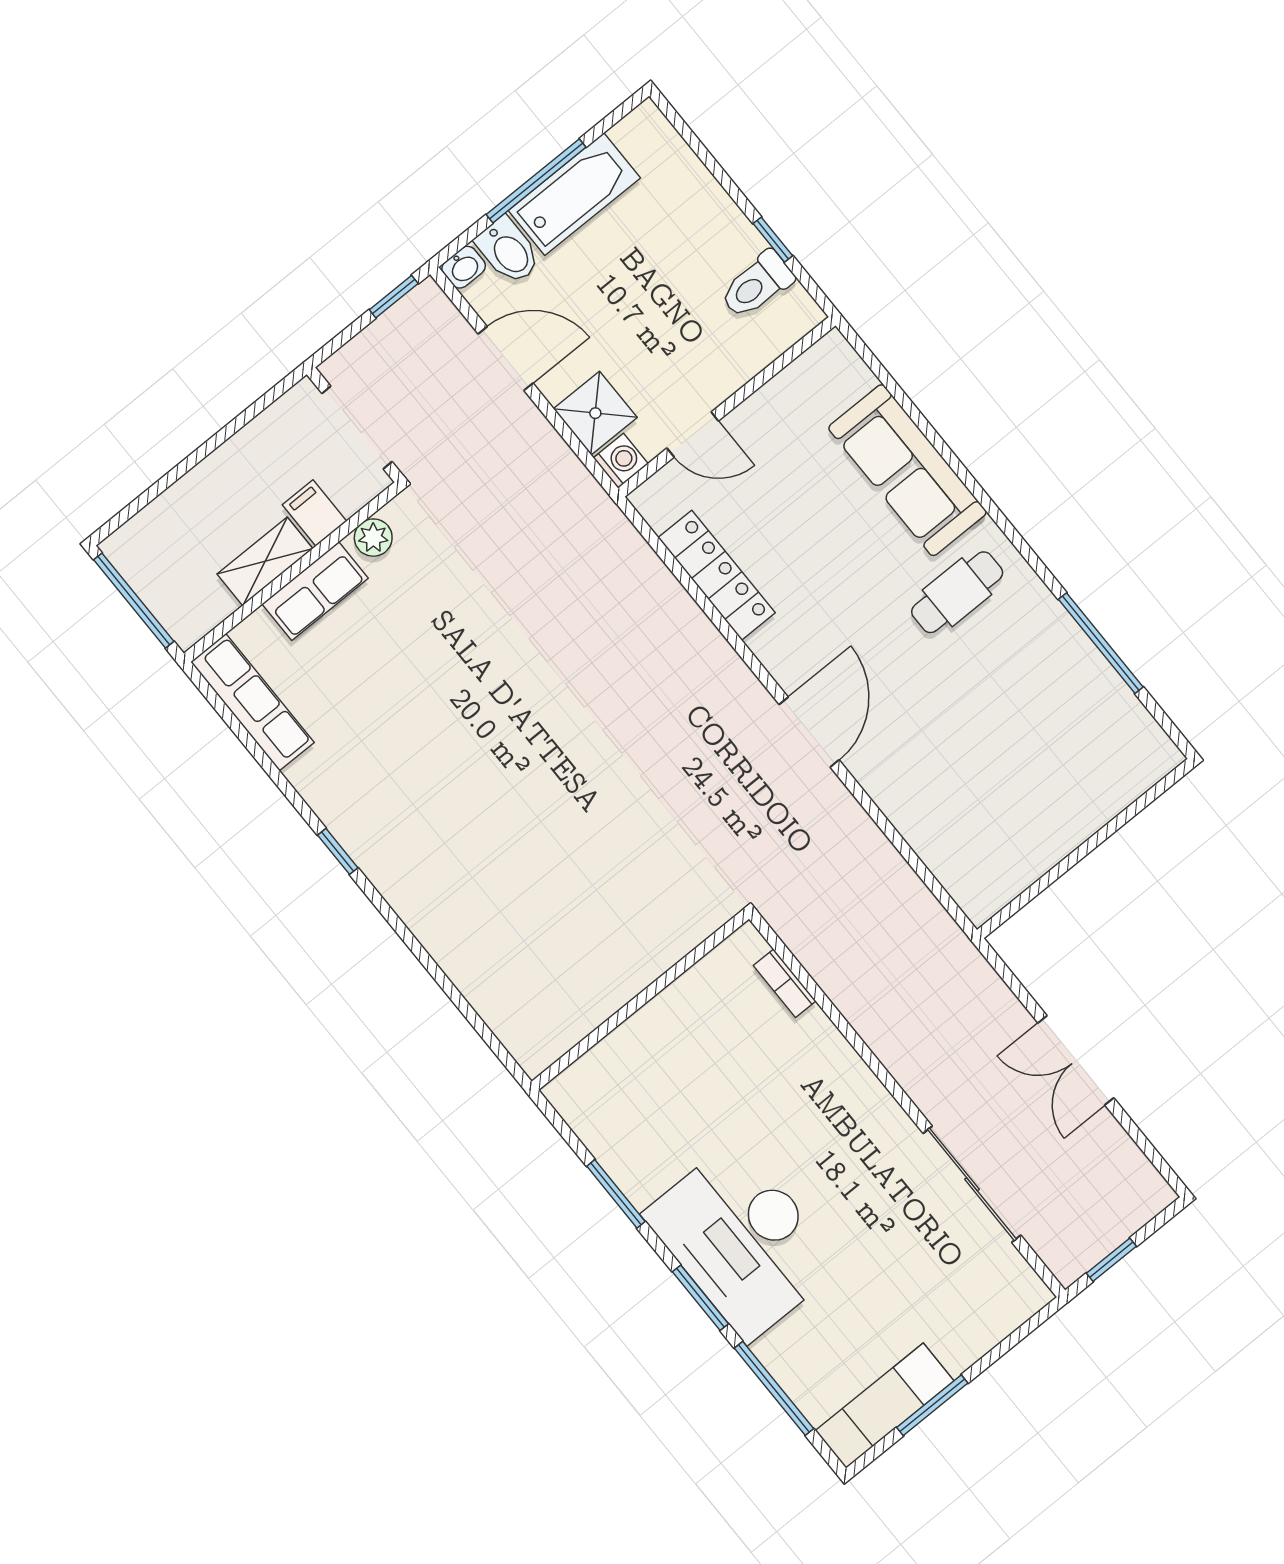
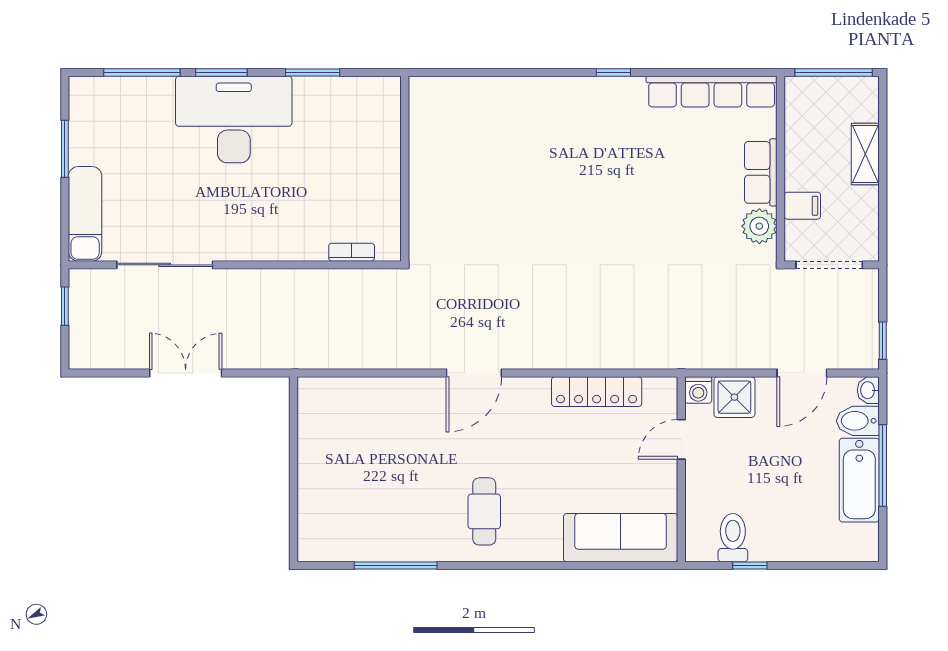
sofa: (907, 470) -> (621, 538), moved
plant: (373, 538) -> (759, 226), width x1.38, depth x1.38
shelving: (265, 561) -> (865, 154), moved
row of seats: (252, 702) -> (712, 92), width x1.36
door: (809, 732) -> (474, 373), hinge flipped
exam couch: (885, 1406) -> (85, 214), moved

